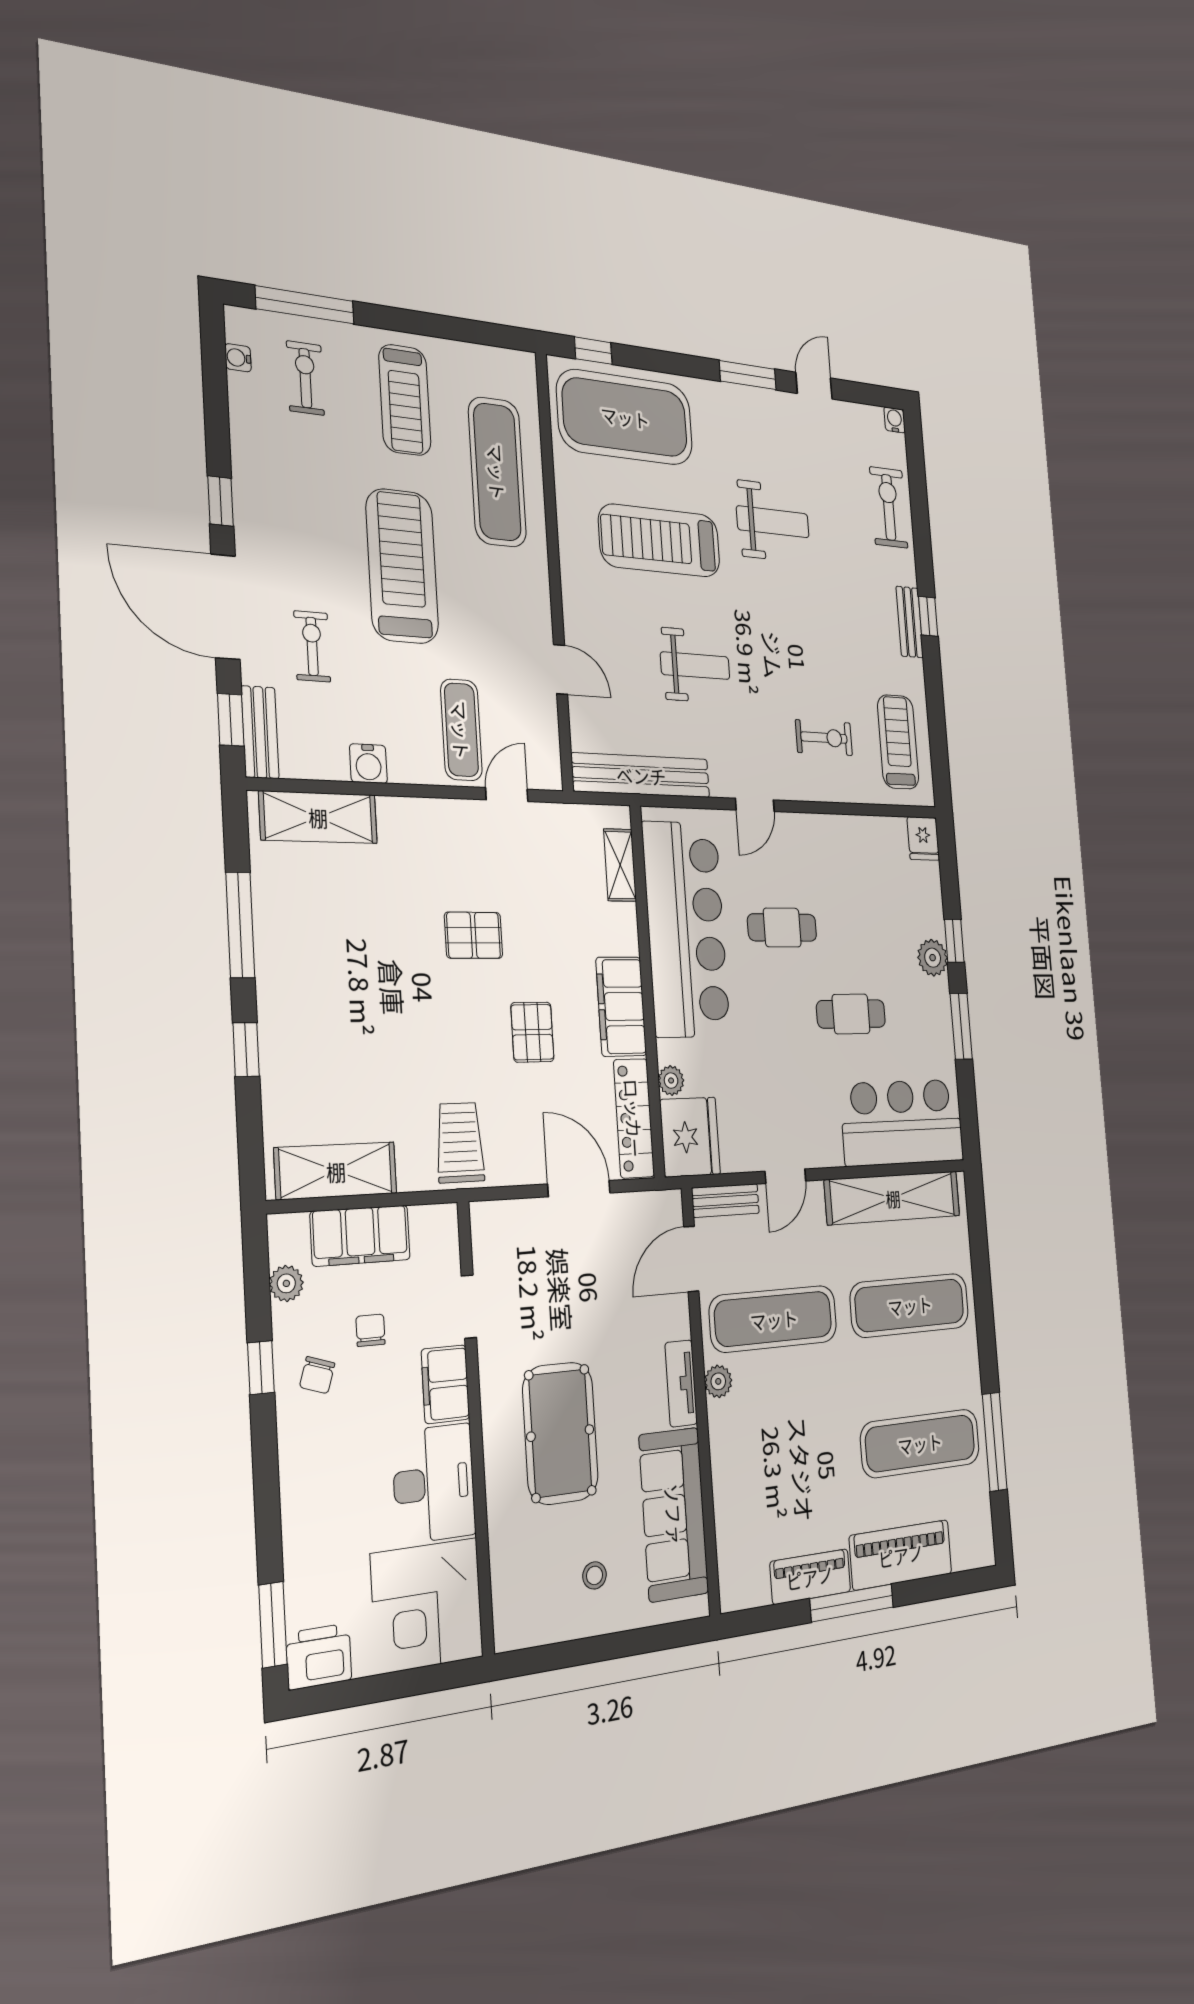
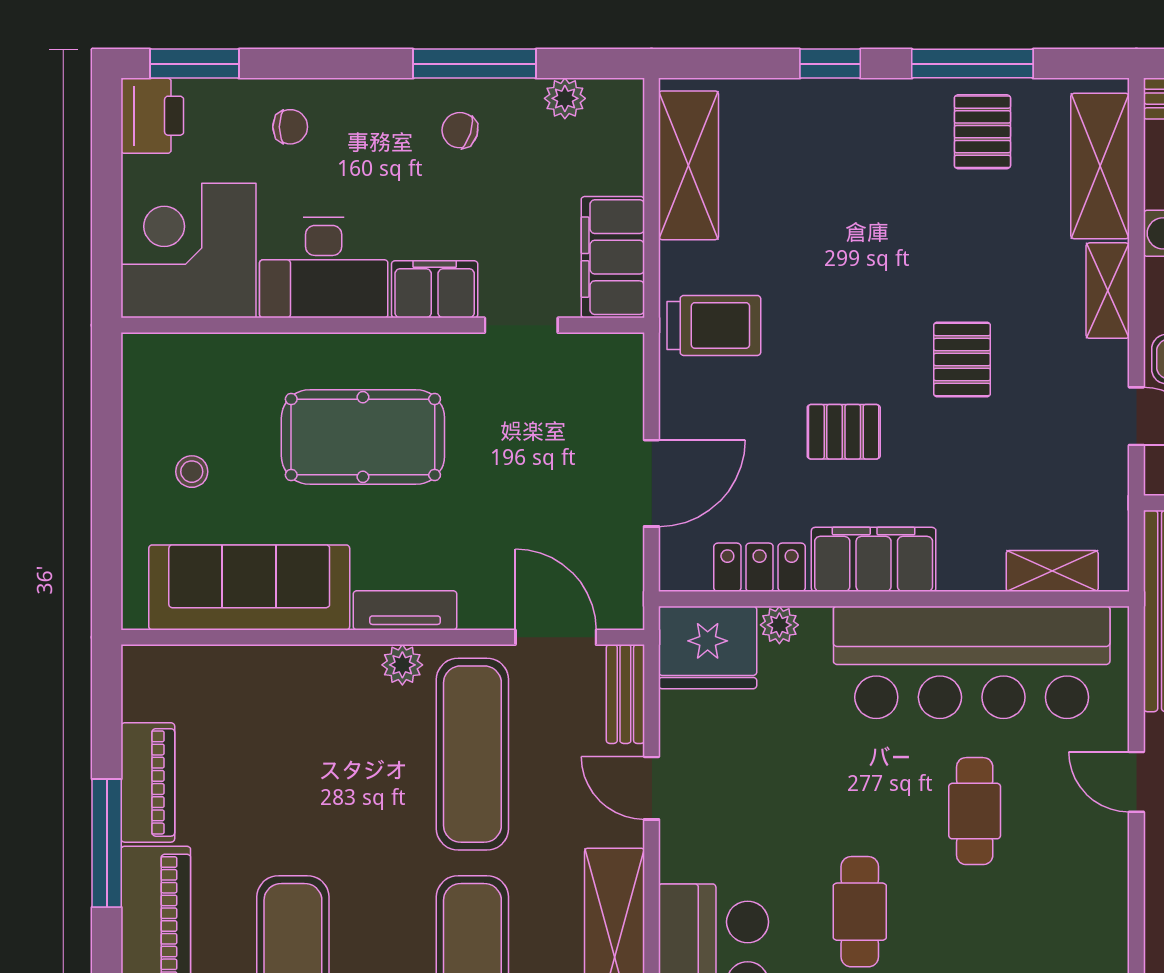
shelving: (415, 814) -> (1108, 291), added
pallet: (296, 917) -> (982, 132), added
locker: (634, 1118) -> (760, 567), width x0.66
filing cabinet: (360, 1236) -> (613, 257), moved
chair: (371, 1330) -> (290, 127), moved
window: (261, 1368) -> (474, 64), width x2.17

